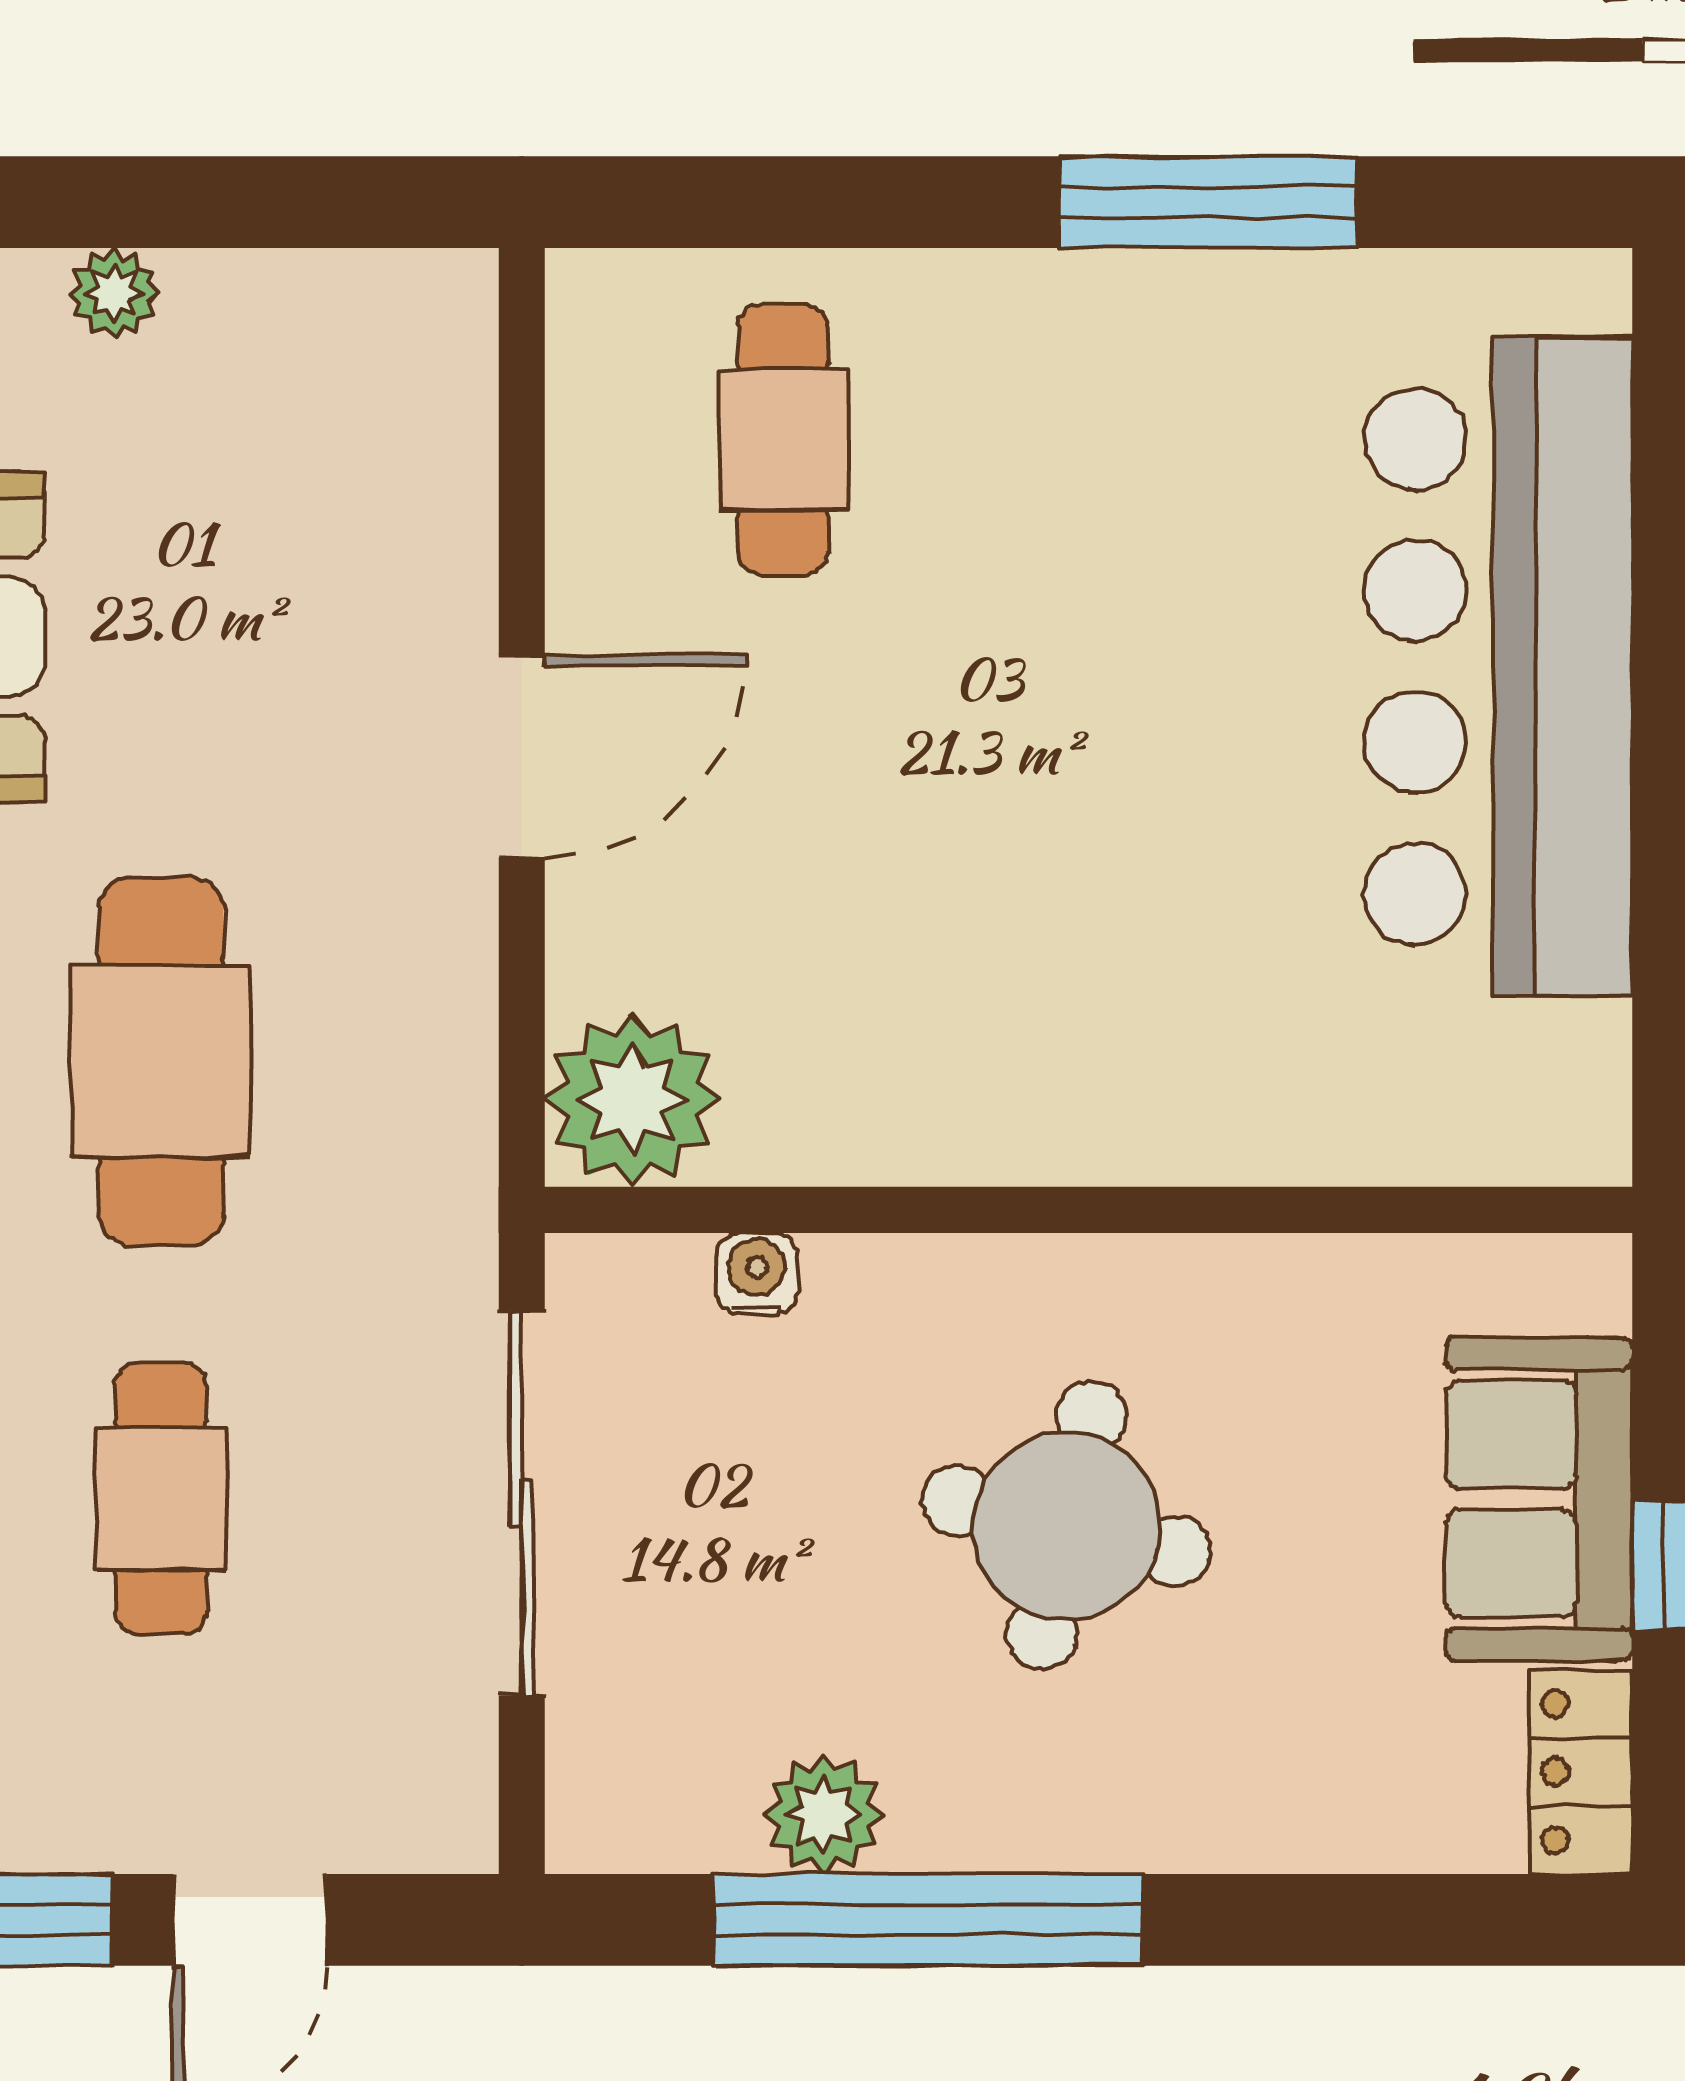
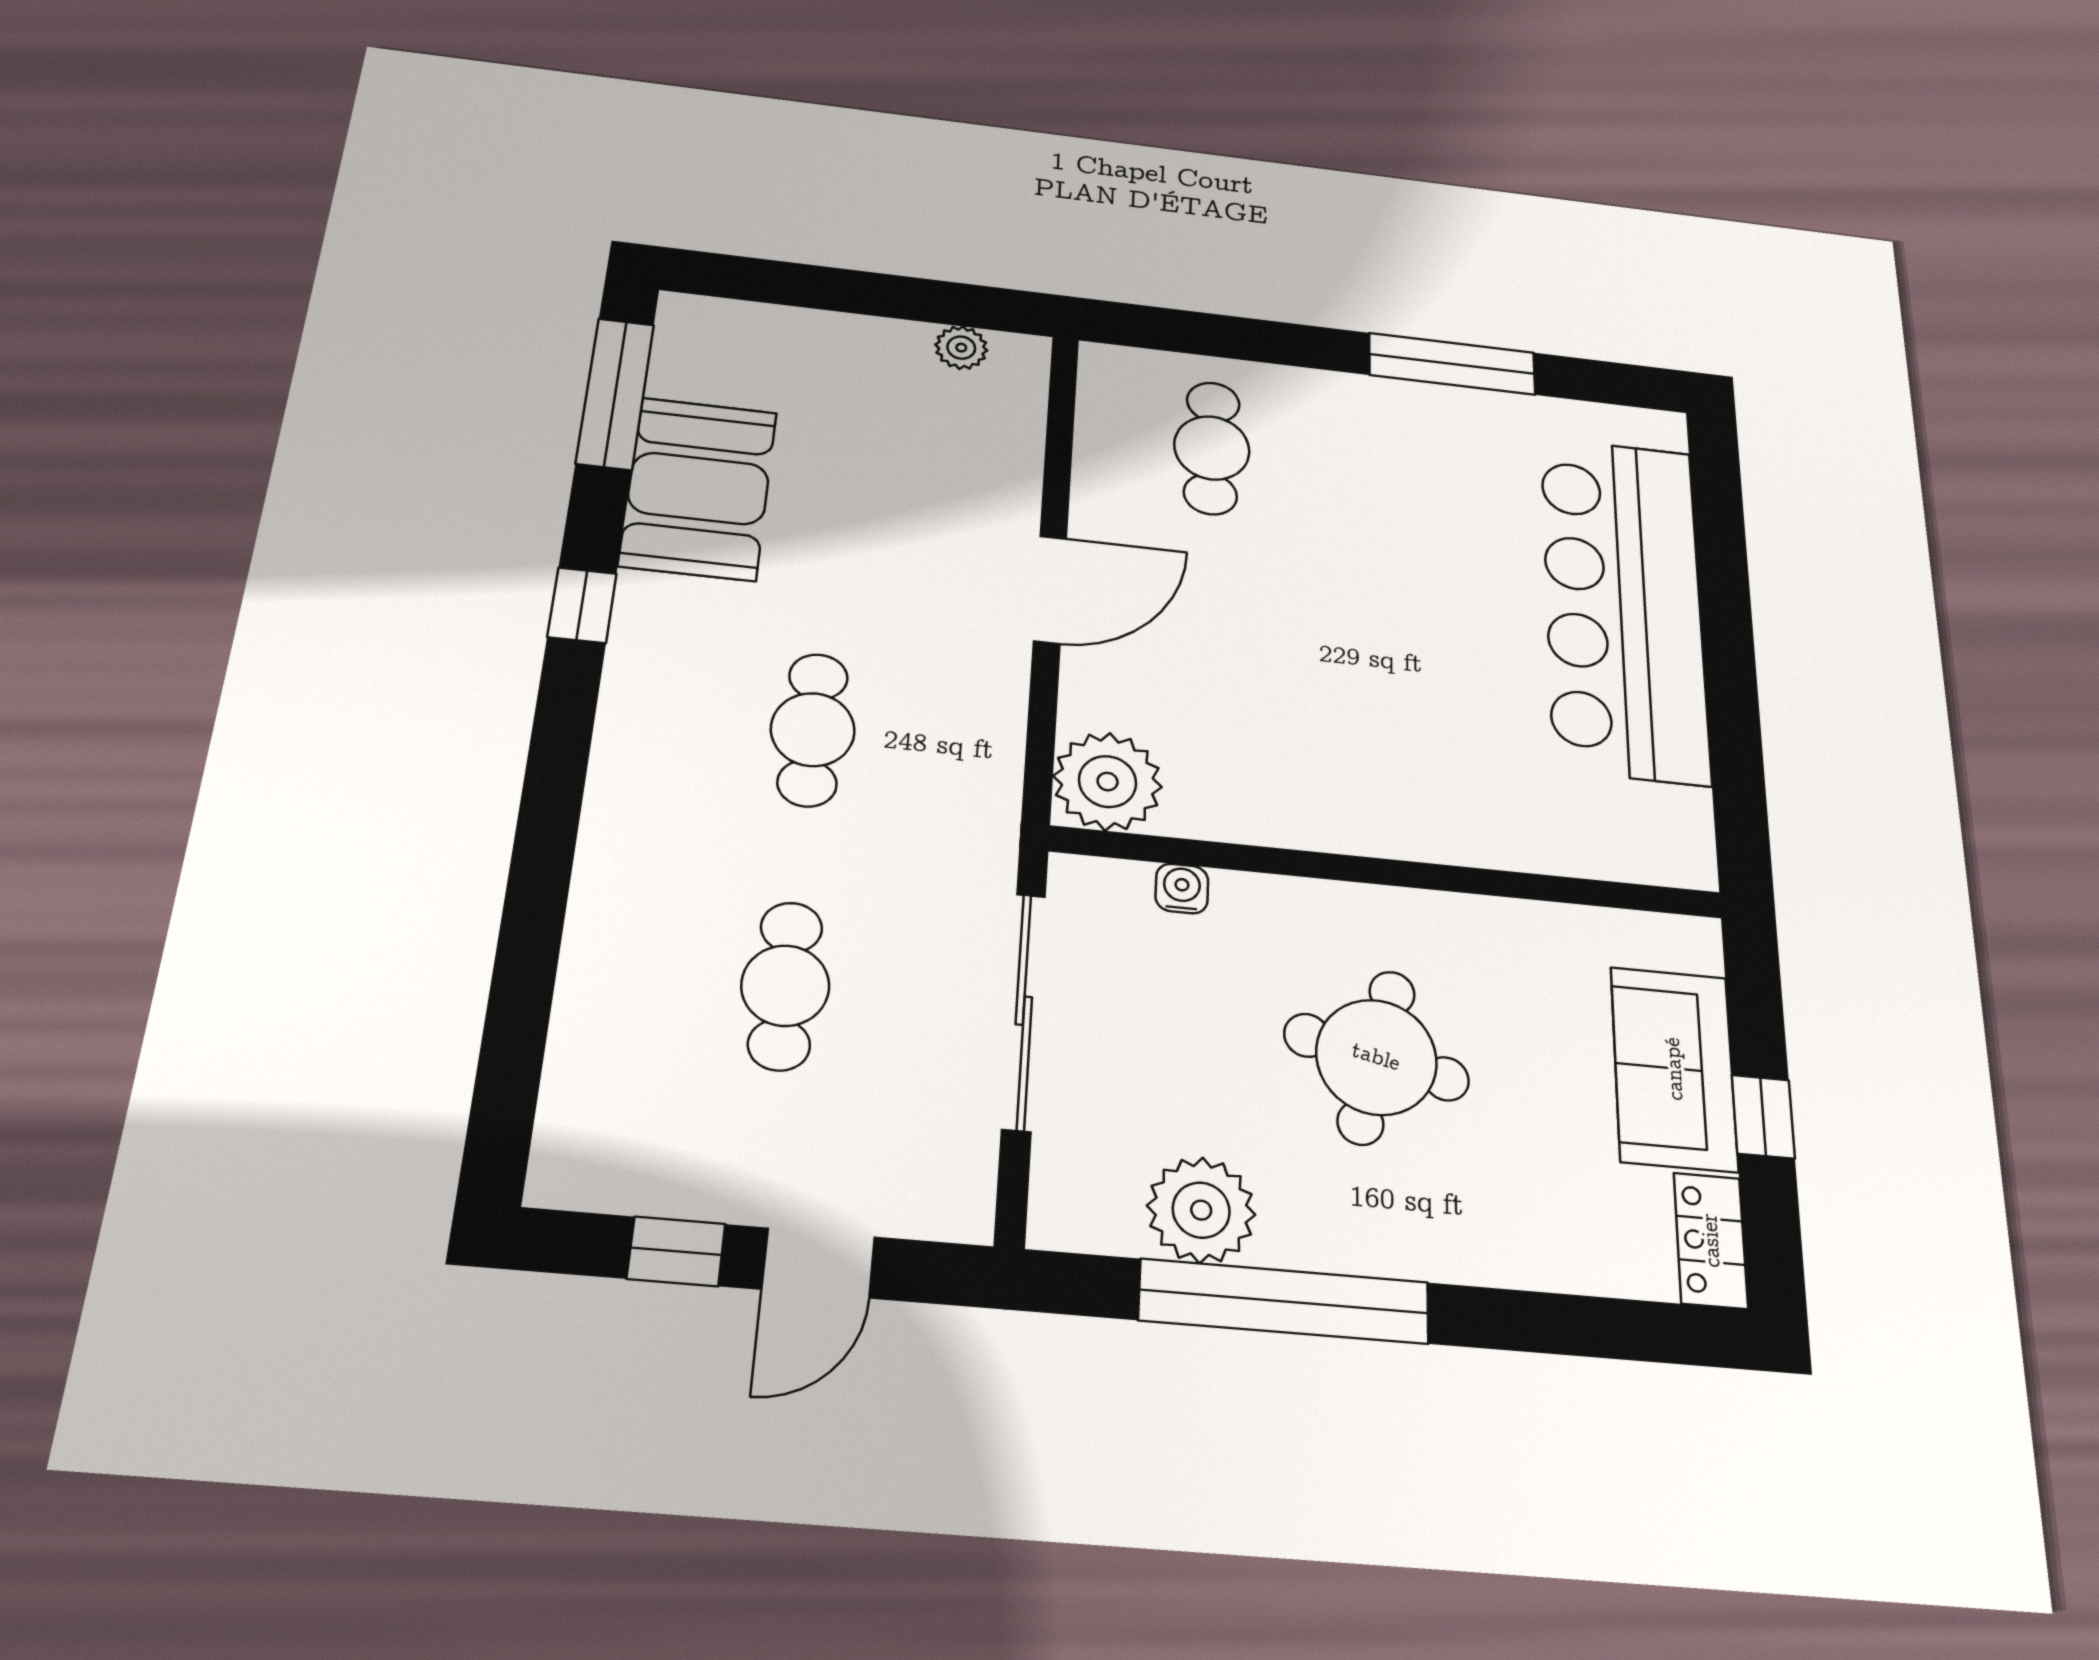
plant: (114, 293) -> (961, 348), moved
cafe table: (161, 1061) -> (813, 730), width x0.73, depth x0.74
plant: (823, 1814) -> (1201, 1210), width x1.36, depth x1.36

